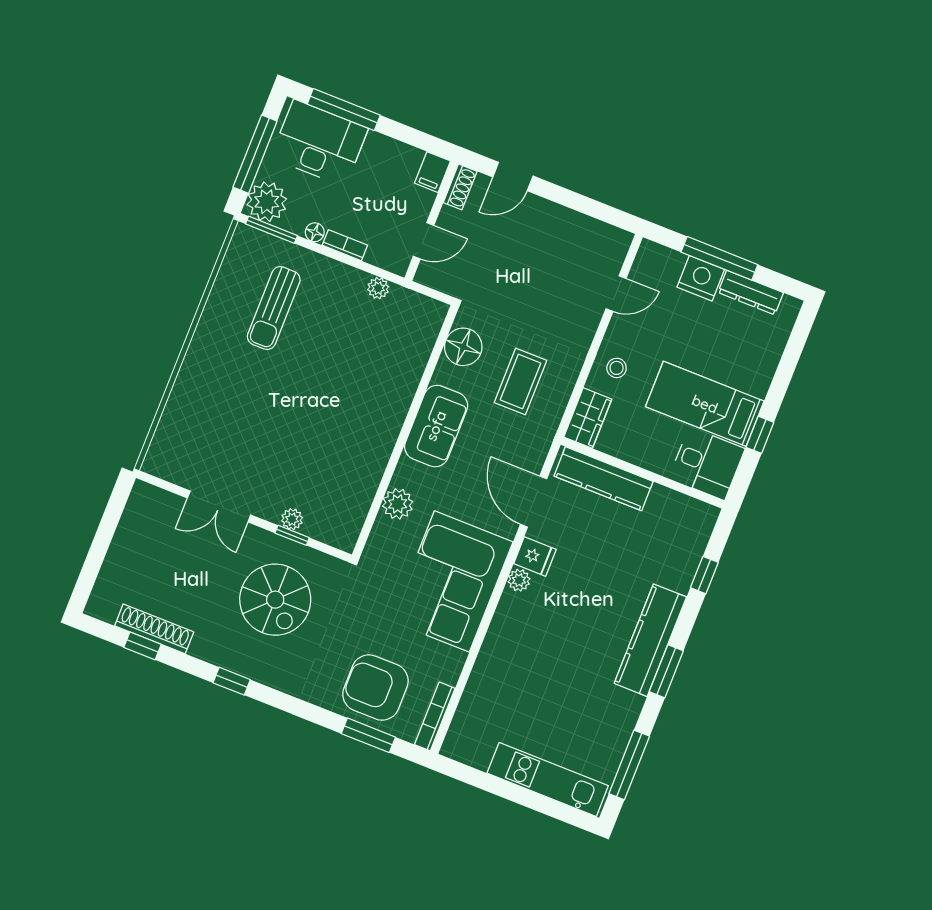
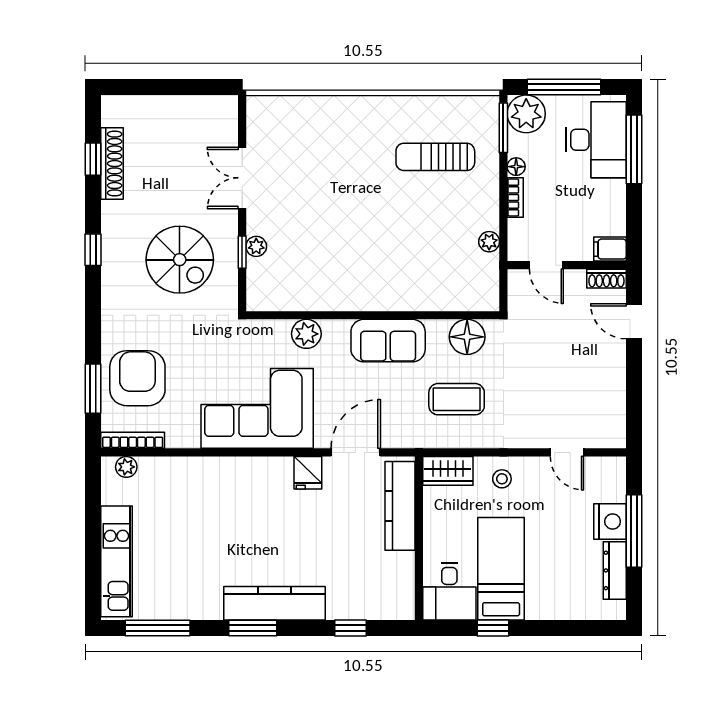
plant: (519, 580) -> (126, 467), moved
spiral stairs: (275, 600) -> (180, 260), turned -90

